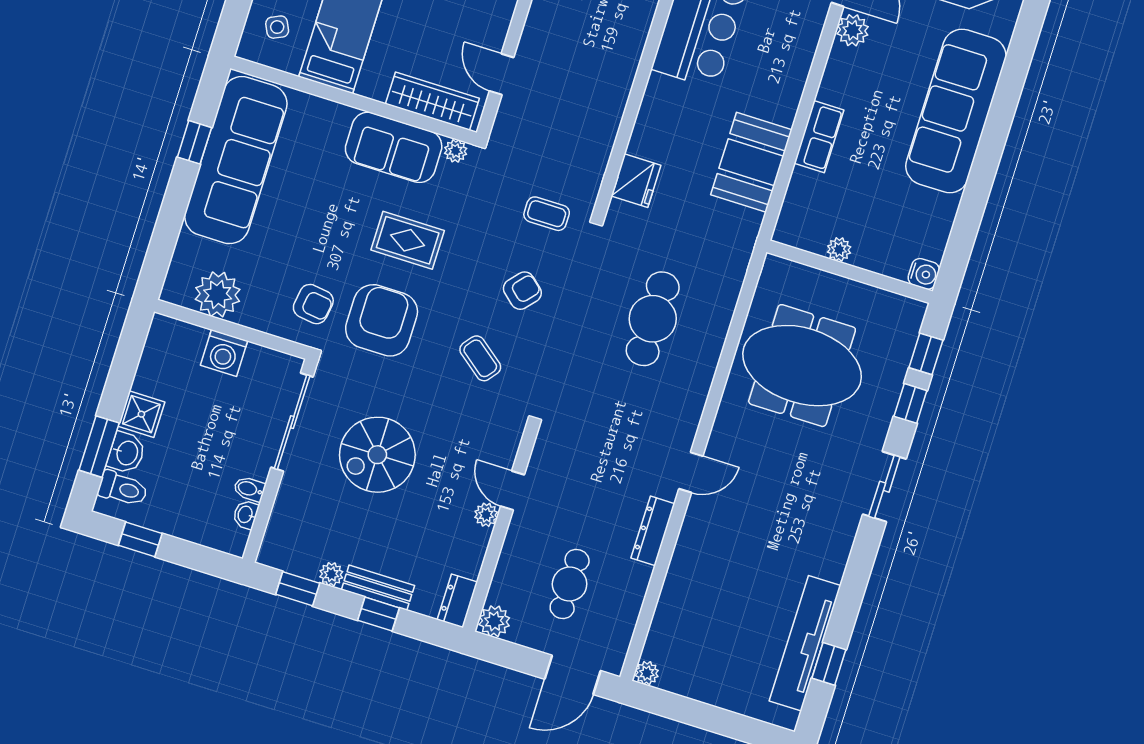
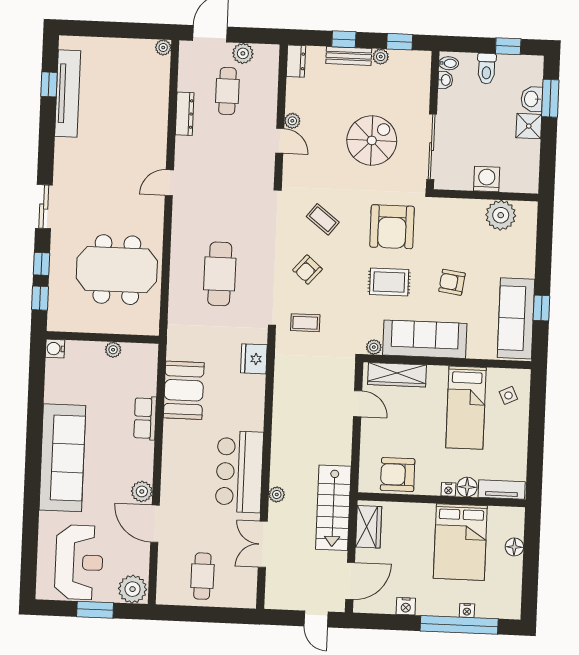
sofa: (394, 147) -> (425, 339), width x1.36
sofa: (236, 160) -> (516, 318), width x0.74, depth x0.79
armchair: (313, 304) -> (452, 282), moved
toilet: (123, 489) -> (487, 69), moved, turned -90
bidet: (249, 489) -> (449, 63), moved
dresser: (653, 531) -> (185, 114), moved
plant: (494, 621) -> (243, 53), moved

